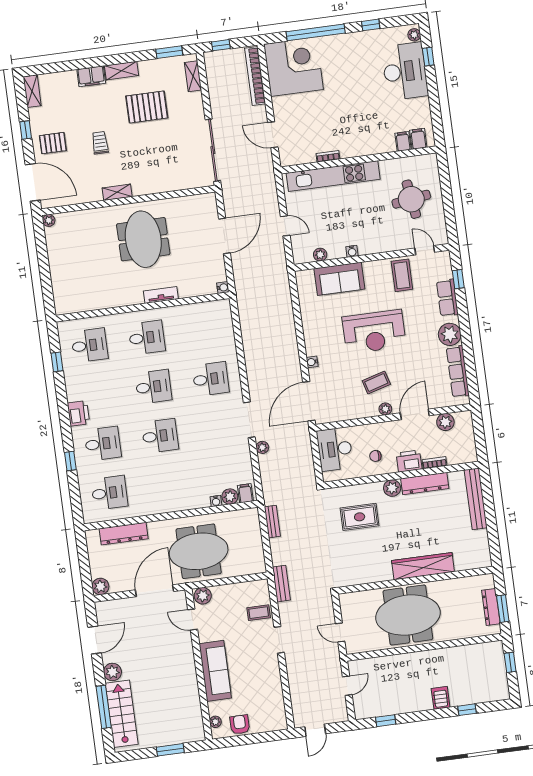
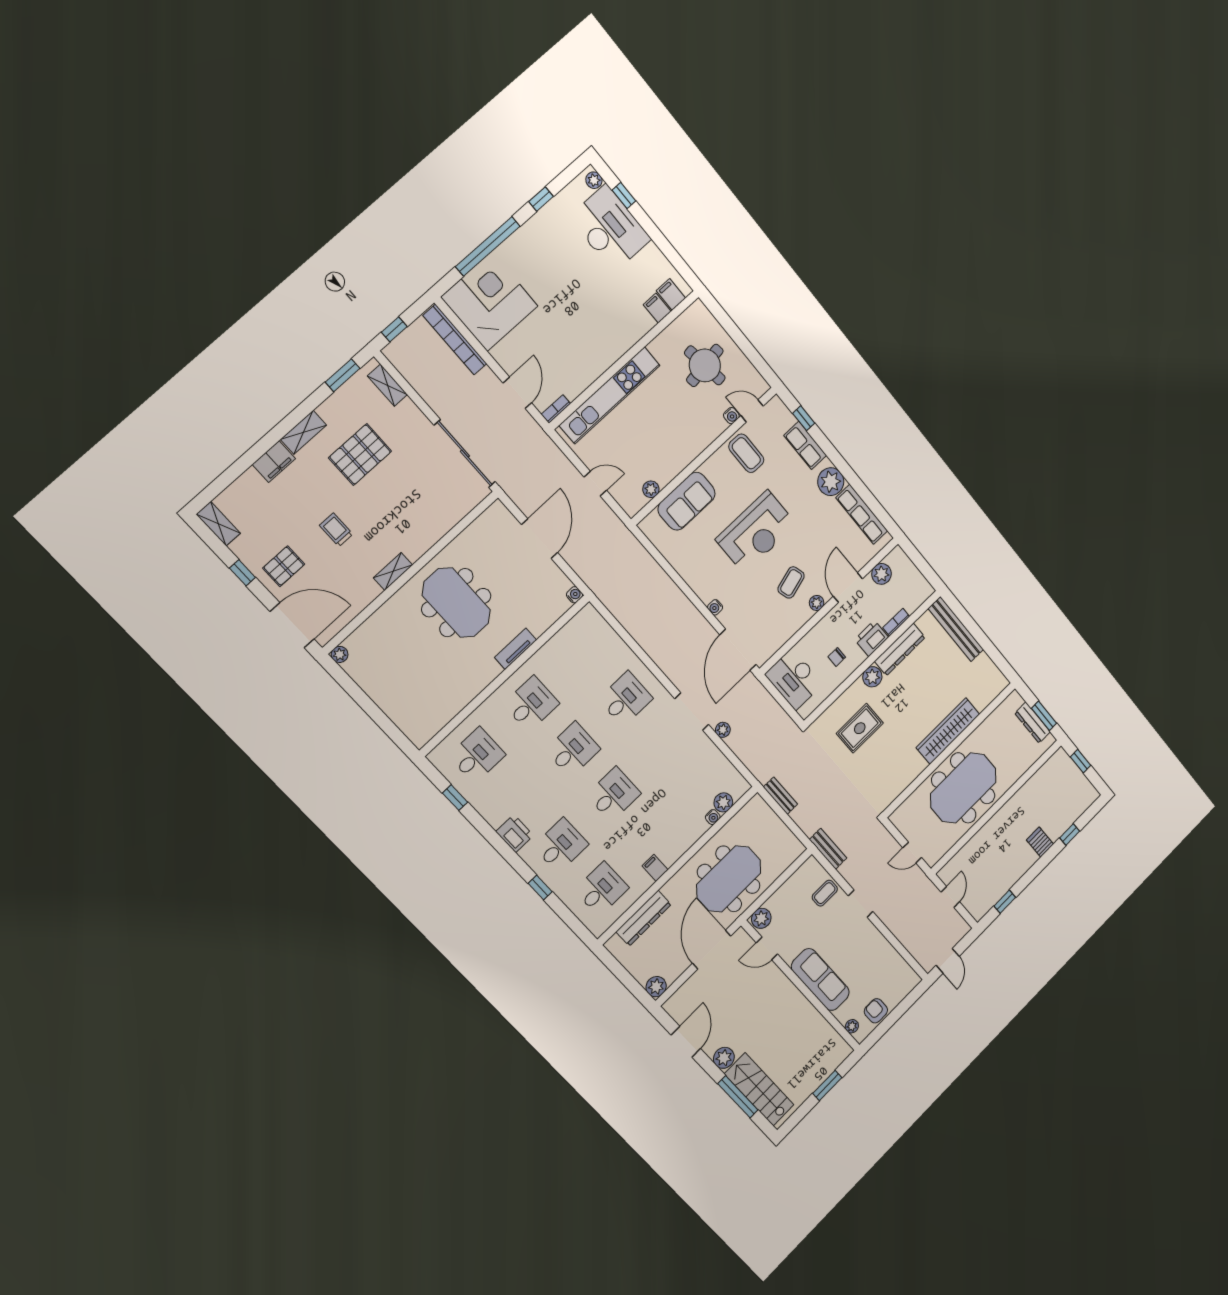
door: (273, 135) -> (517, 393), swing flipped
bookcase: (328, 156) -> (556, 409), moved
water cooler: (352, 251) -> (731, 416), moved
filing cabinet: (245, 493) -> (655, 868), moved

